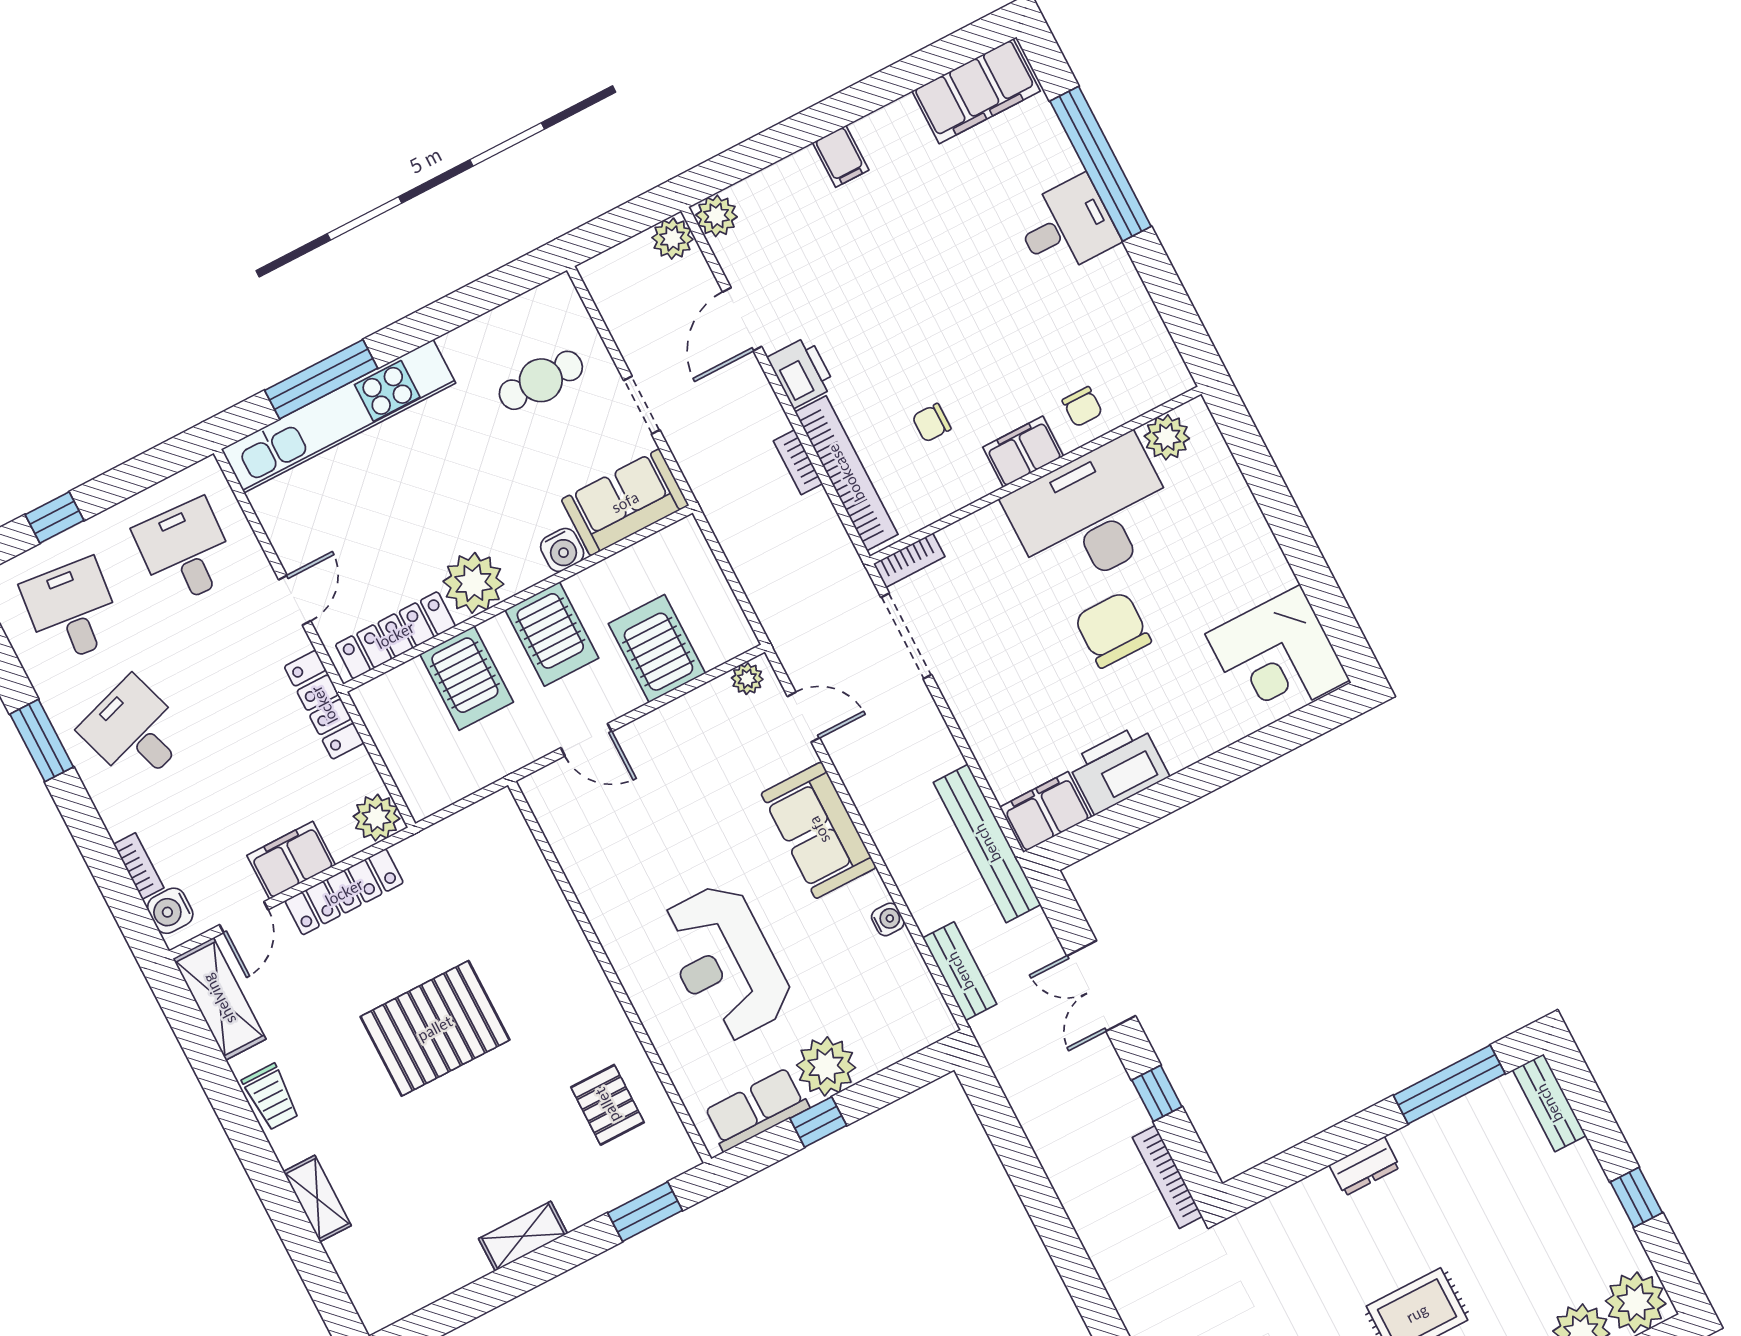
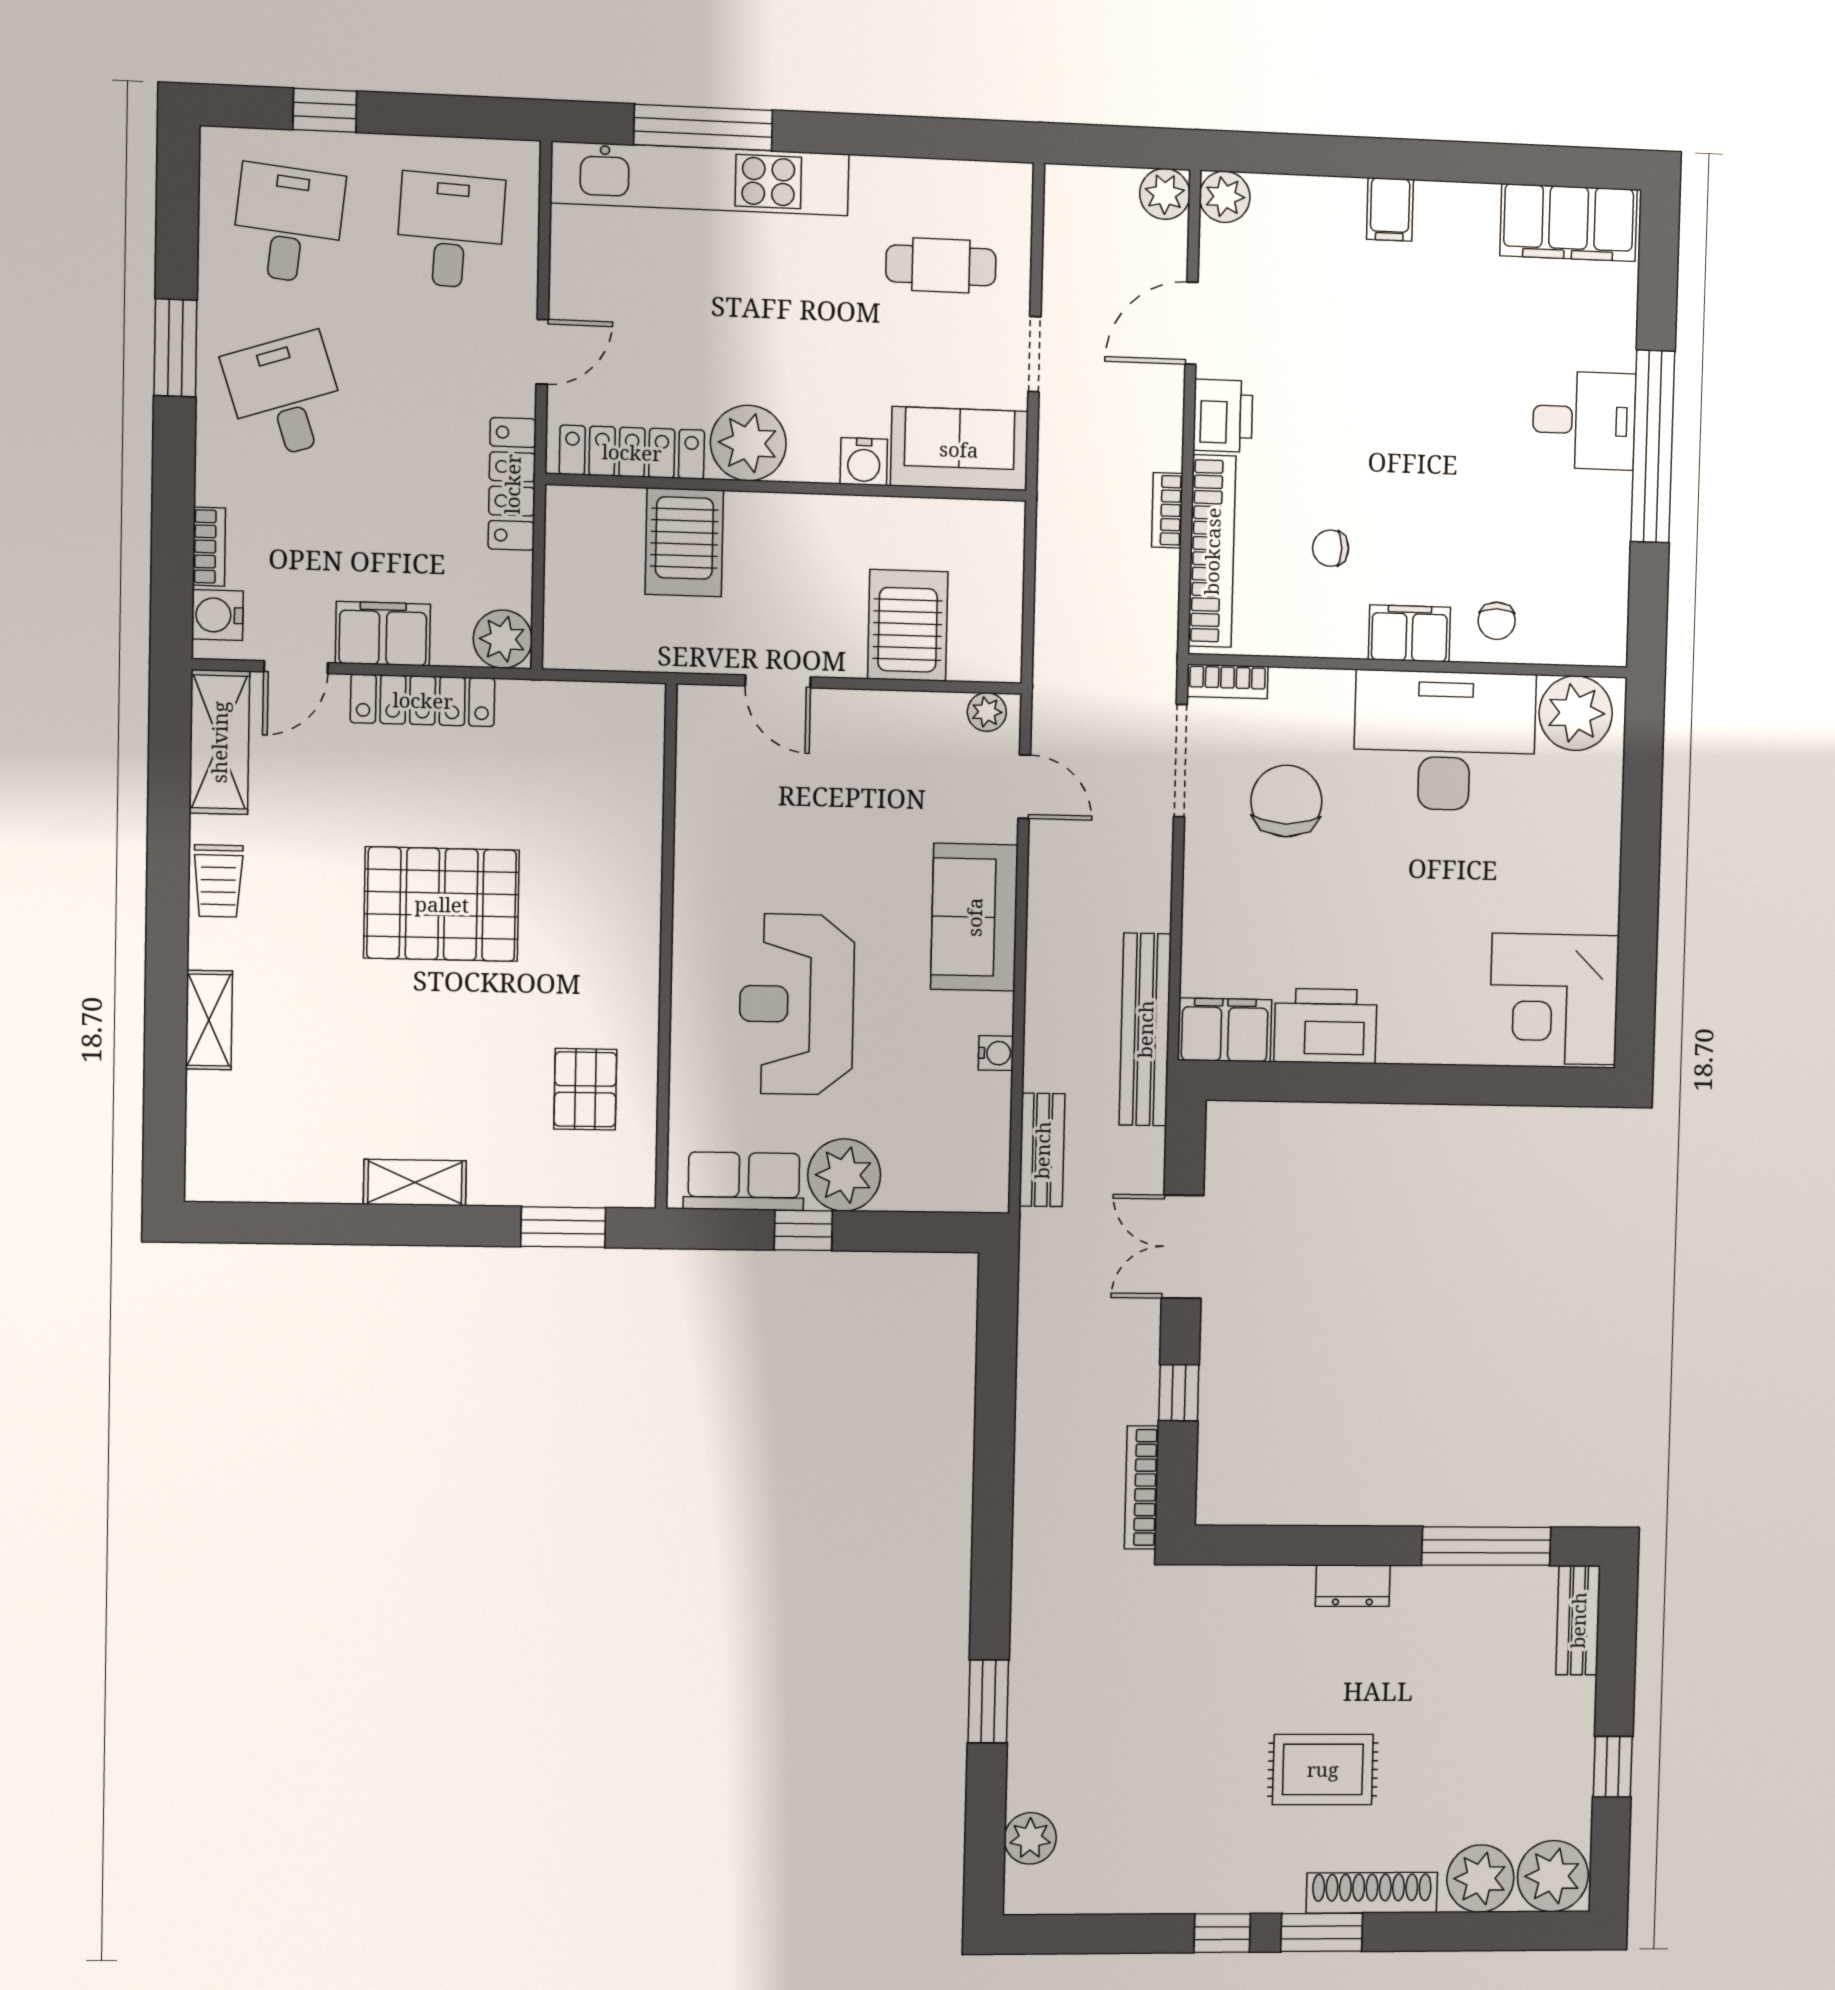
window: (1101, 164) -> (1653, 446), moved
plant: (1167, 437) -> (1576, 713), width x1.36, depth x1.36
chair: (1113, 630) -> (1286, 801), moved
server rack: (552, 634) -> (803, 546), removed

